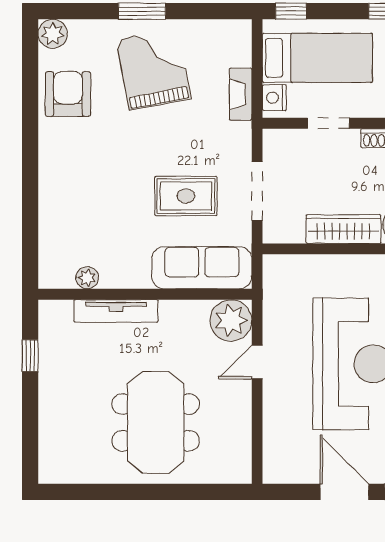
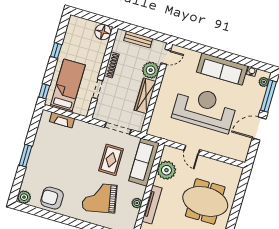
grand piano: (154, 69) -> (100, 198), moved
fireplace: (241, 94) -> (62, 120), moved
nightstand: (274, 98) -> (80, 109), removed
plant: (87, 278) -> (137, 203), moved
plant: (231, 320) -> (166, 170), moved

